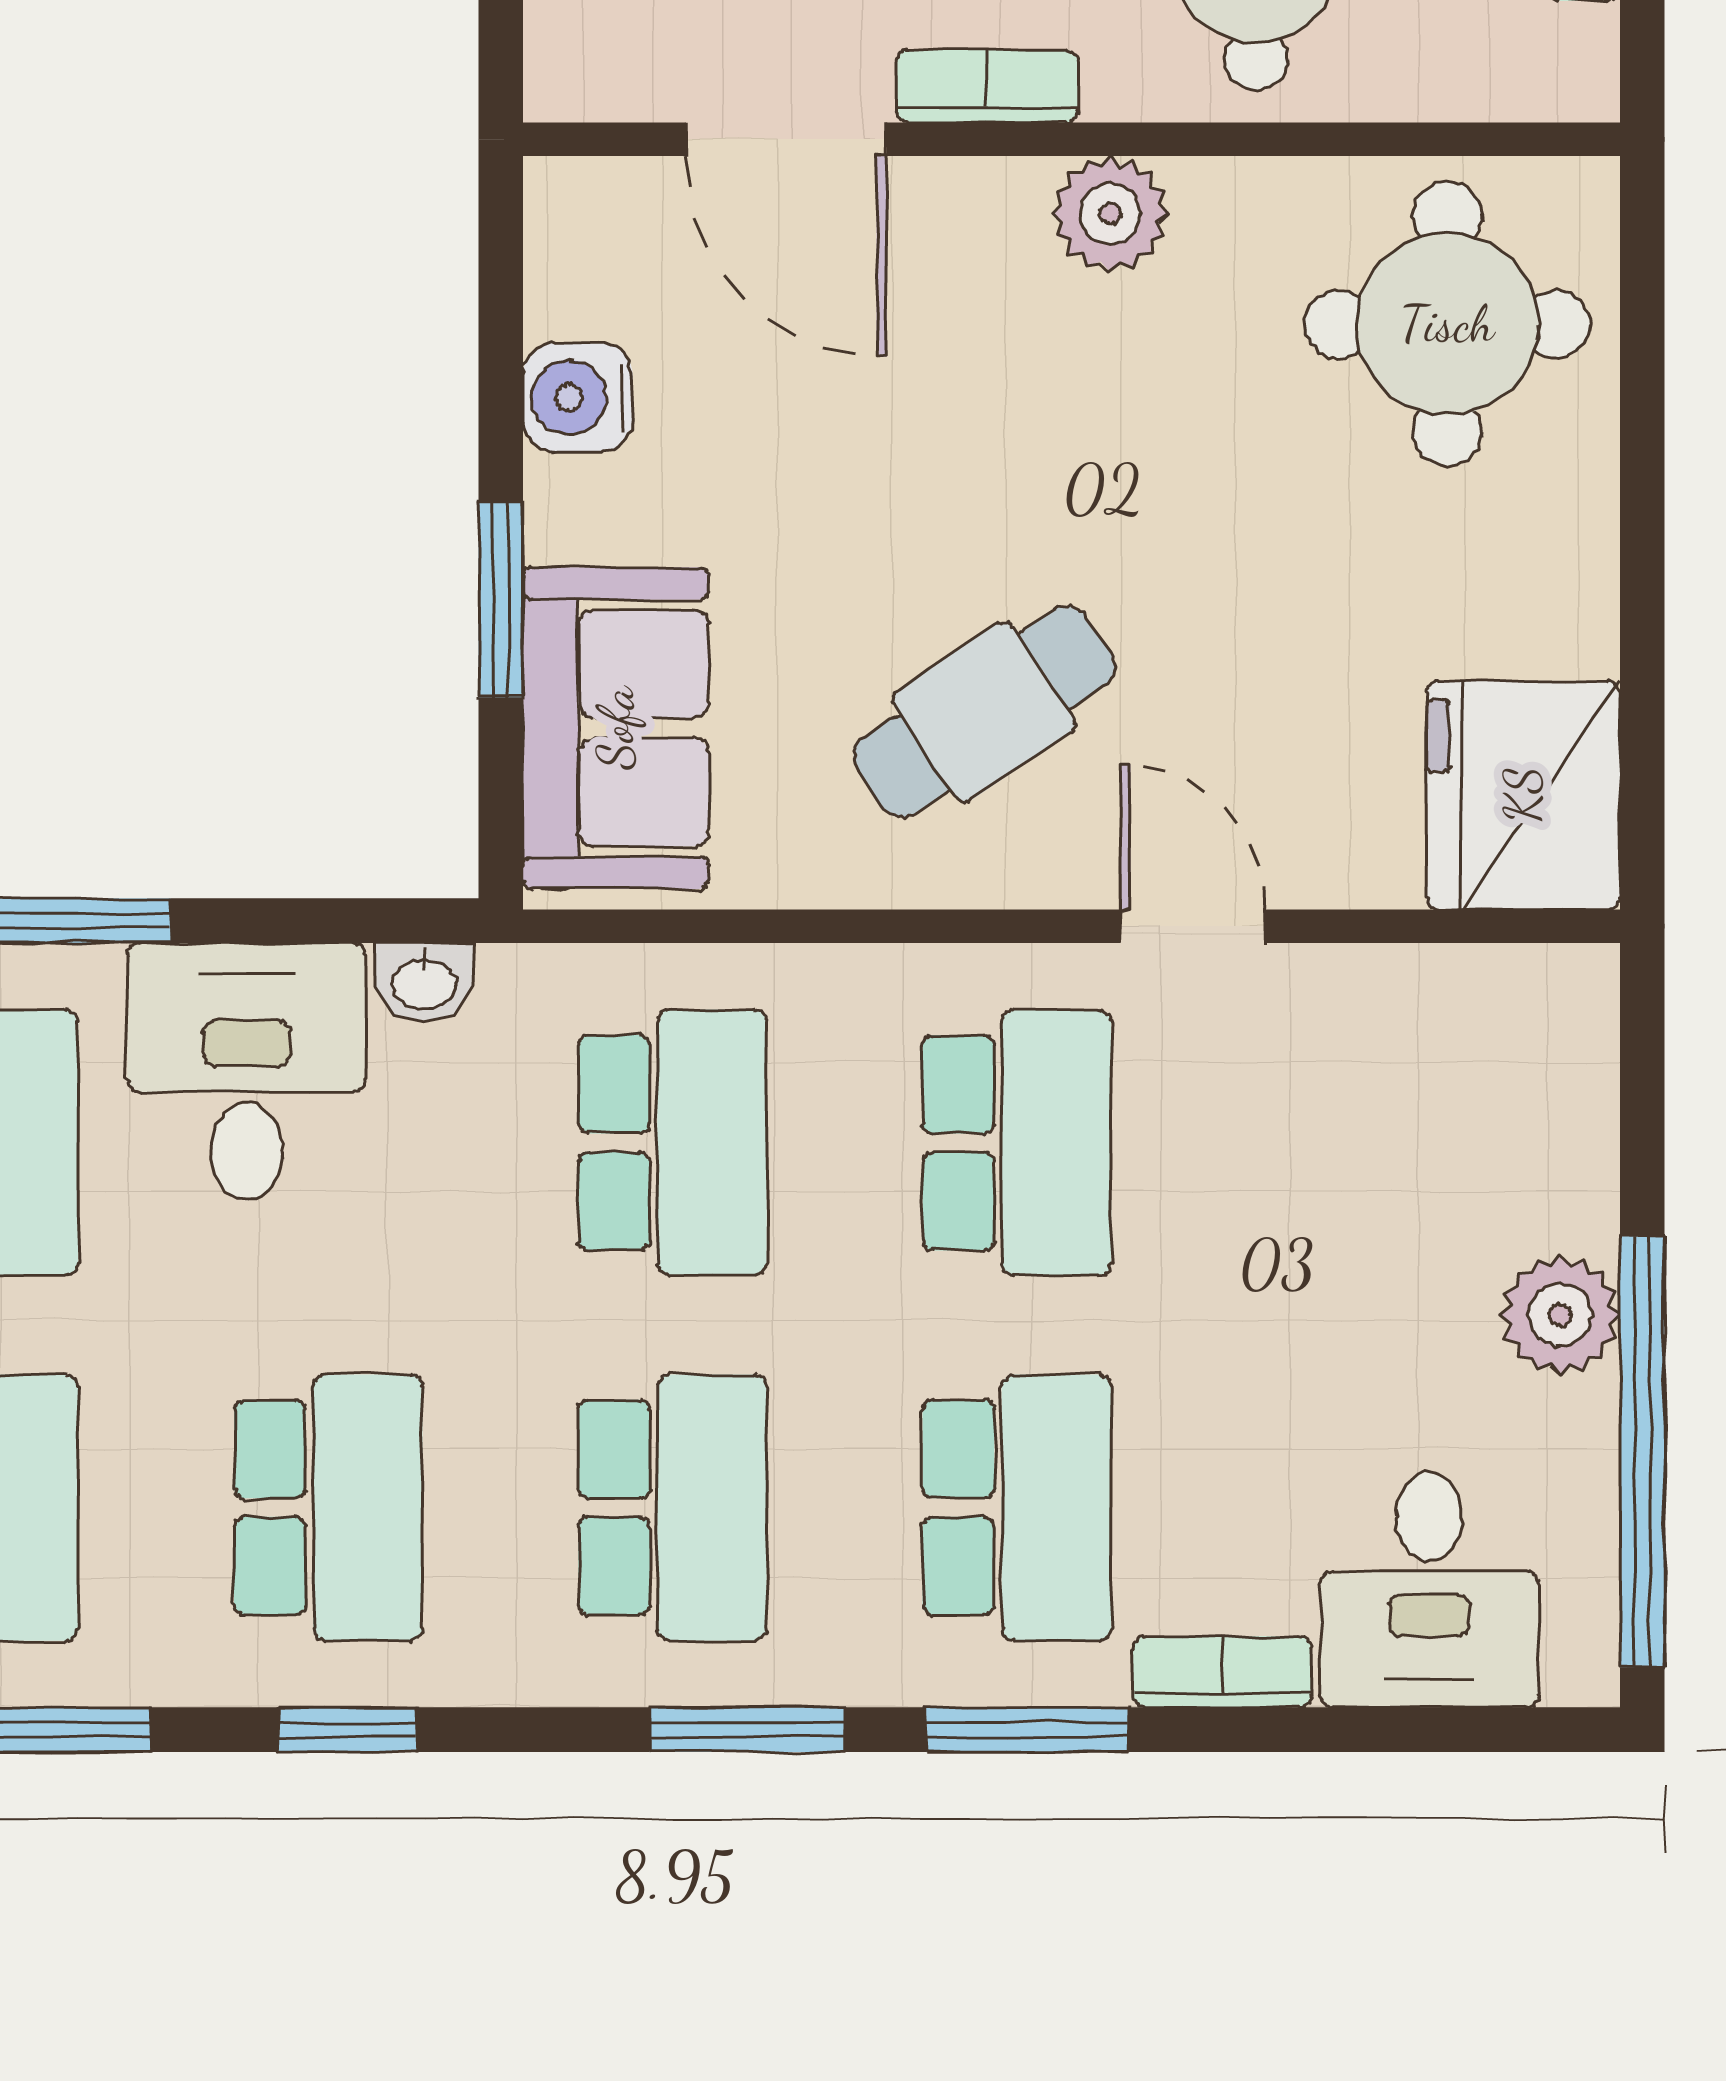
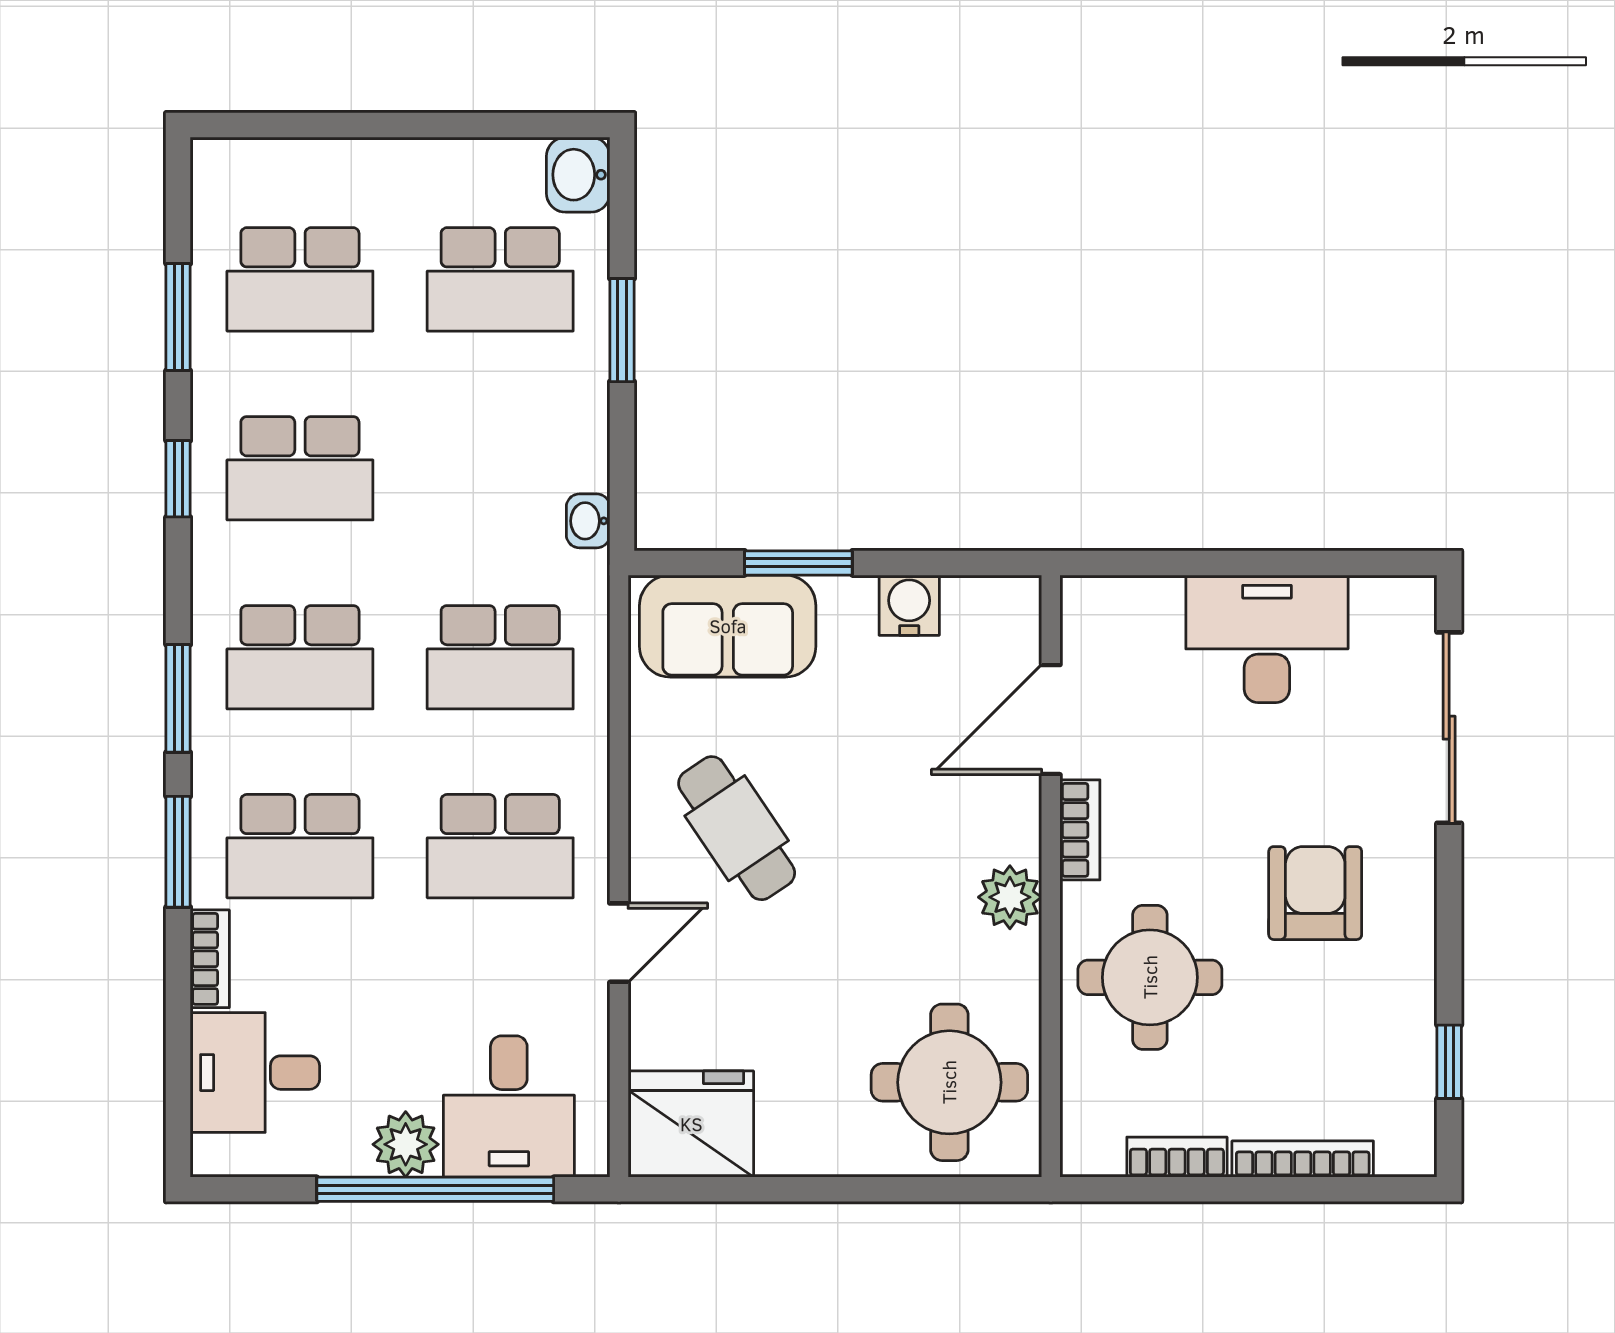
desk: (247, 1072) -> (509, 1106), moved, turned 90
window: (1642, 1452) -> (435, 1189), moved

